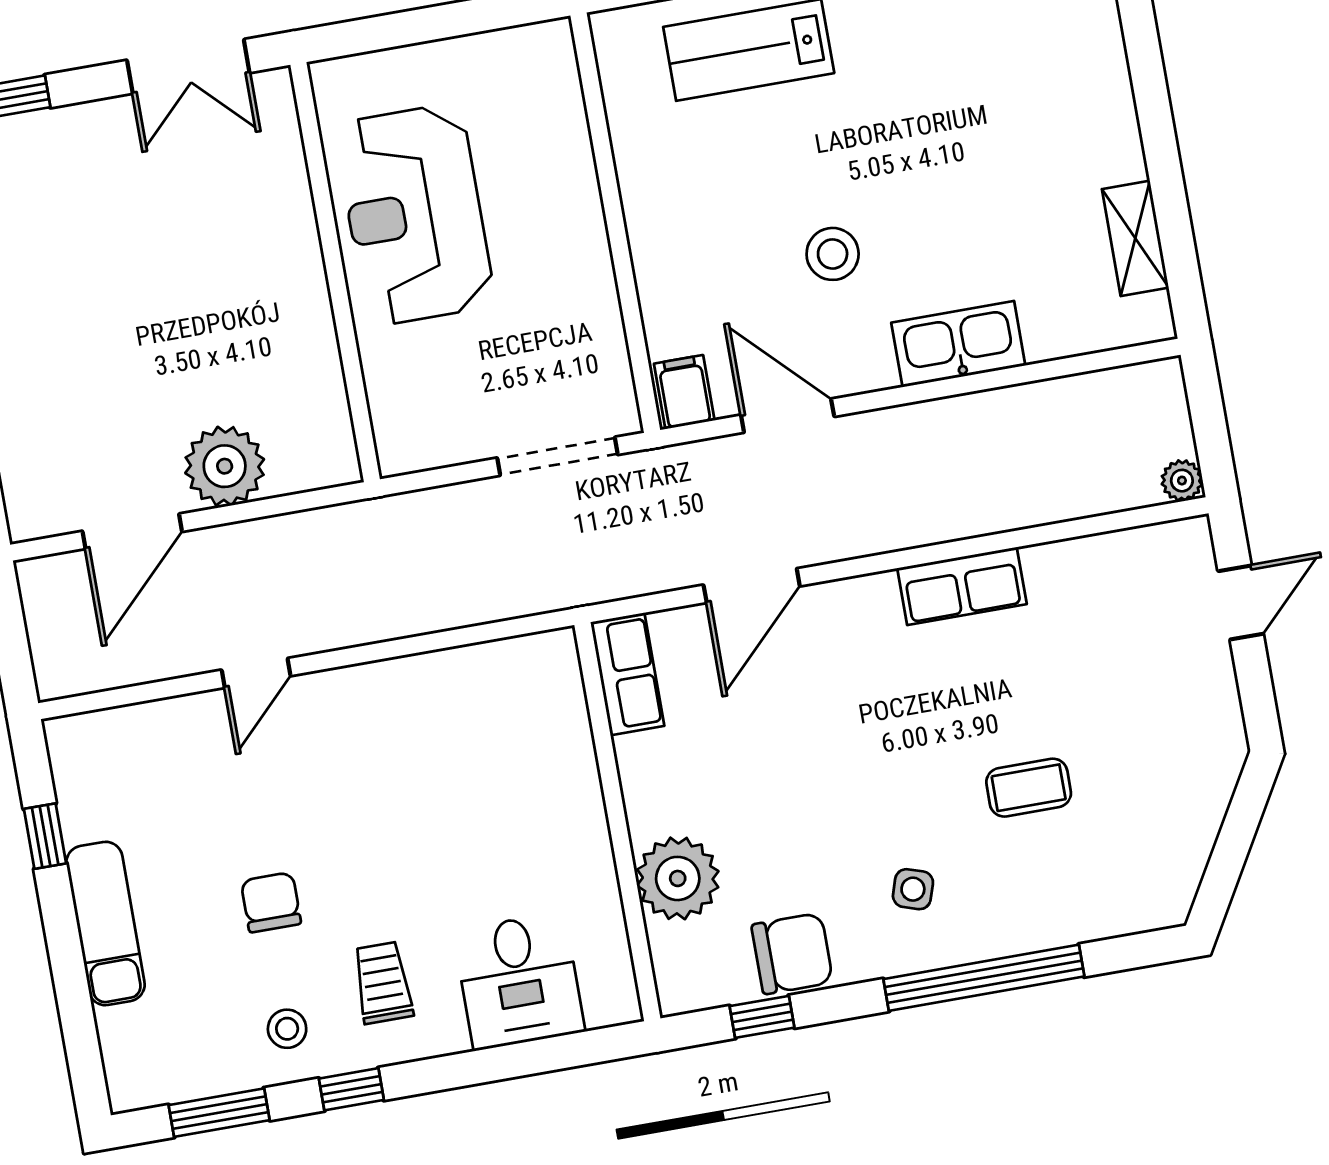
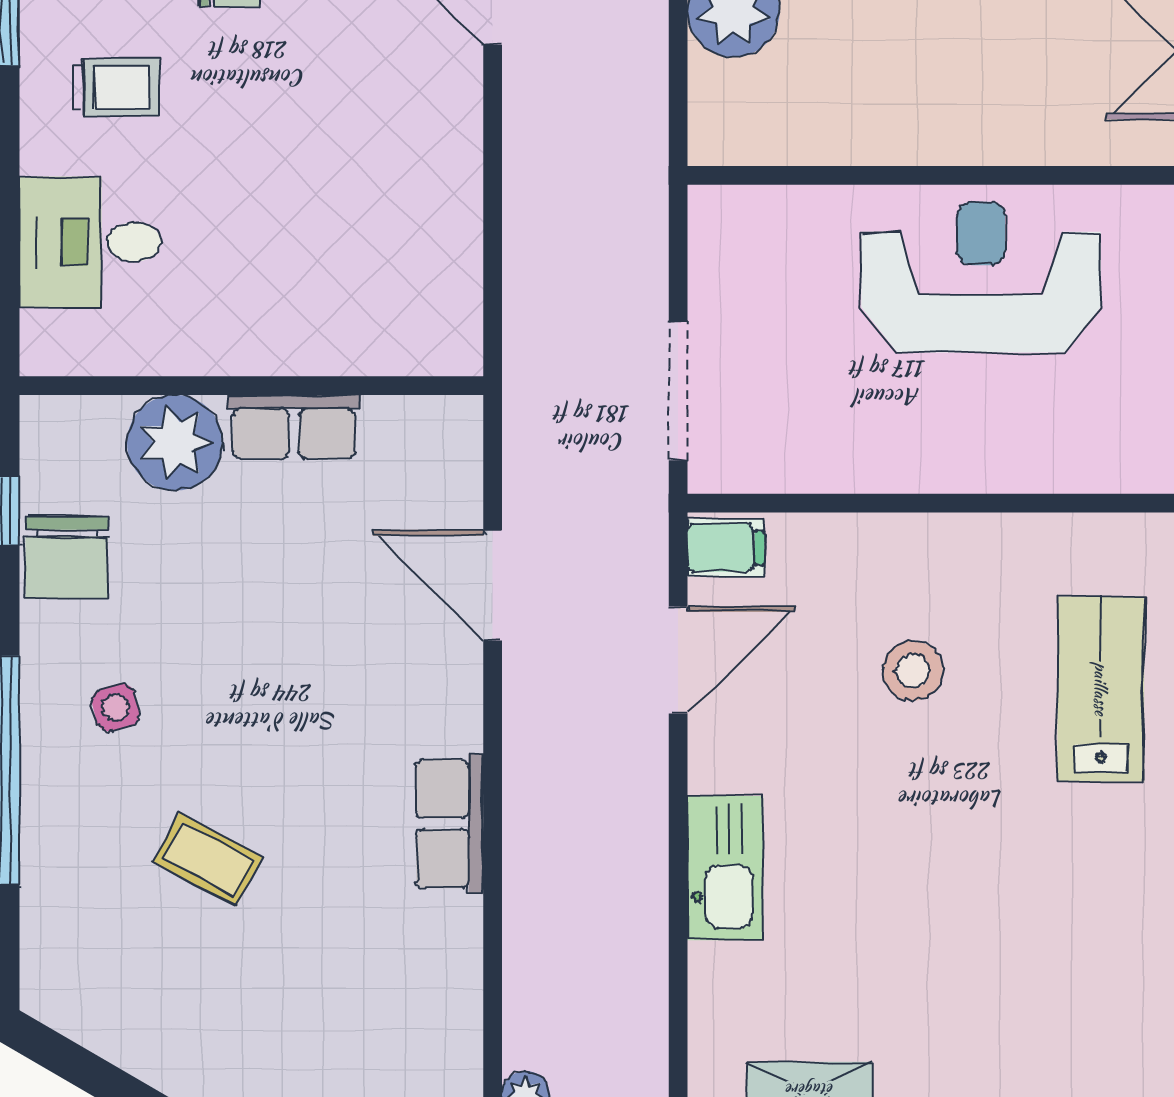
stool: (833, 254) -> (913, 671), moved
row of seats: (627, 674) -> (294, 427), moved
coffee table: (1029, 788) -> (208, 859), turned -62
side table: (913, 889) -> (116, 708), turned -32

